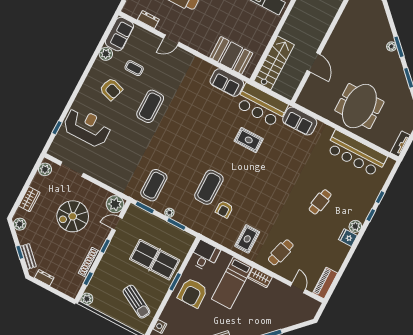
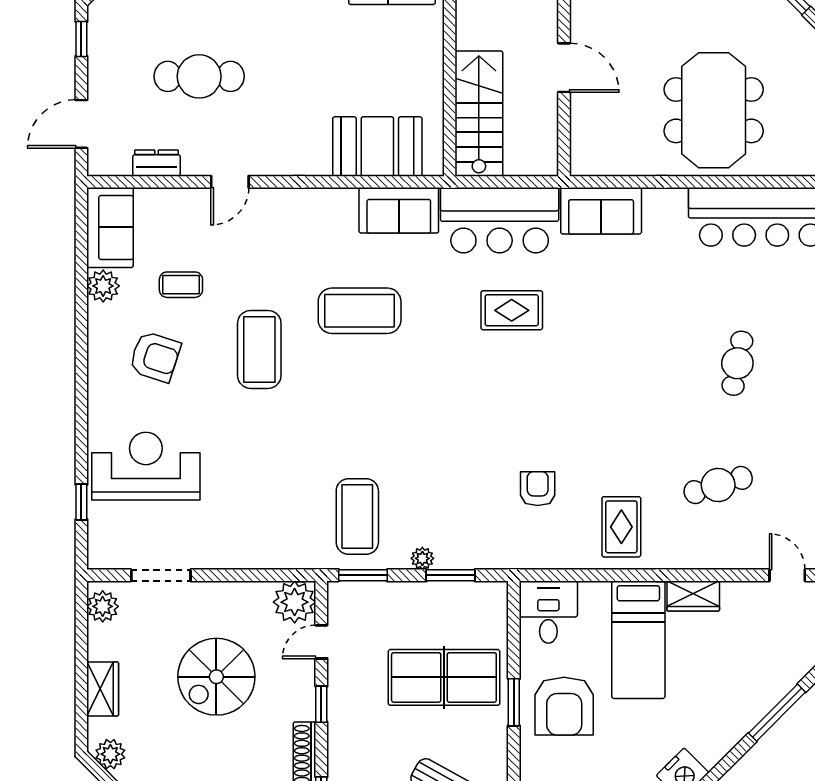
coffee table: (209, 187) -> (360, 311), moved, turned 90
armchair: (224, 209) -> (538, 489), turned 180
cafe table: (281, 252) -> (718, 485), moved, turned 57

